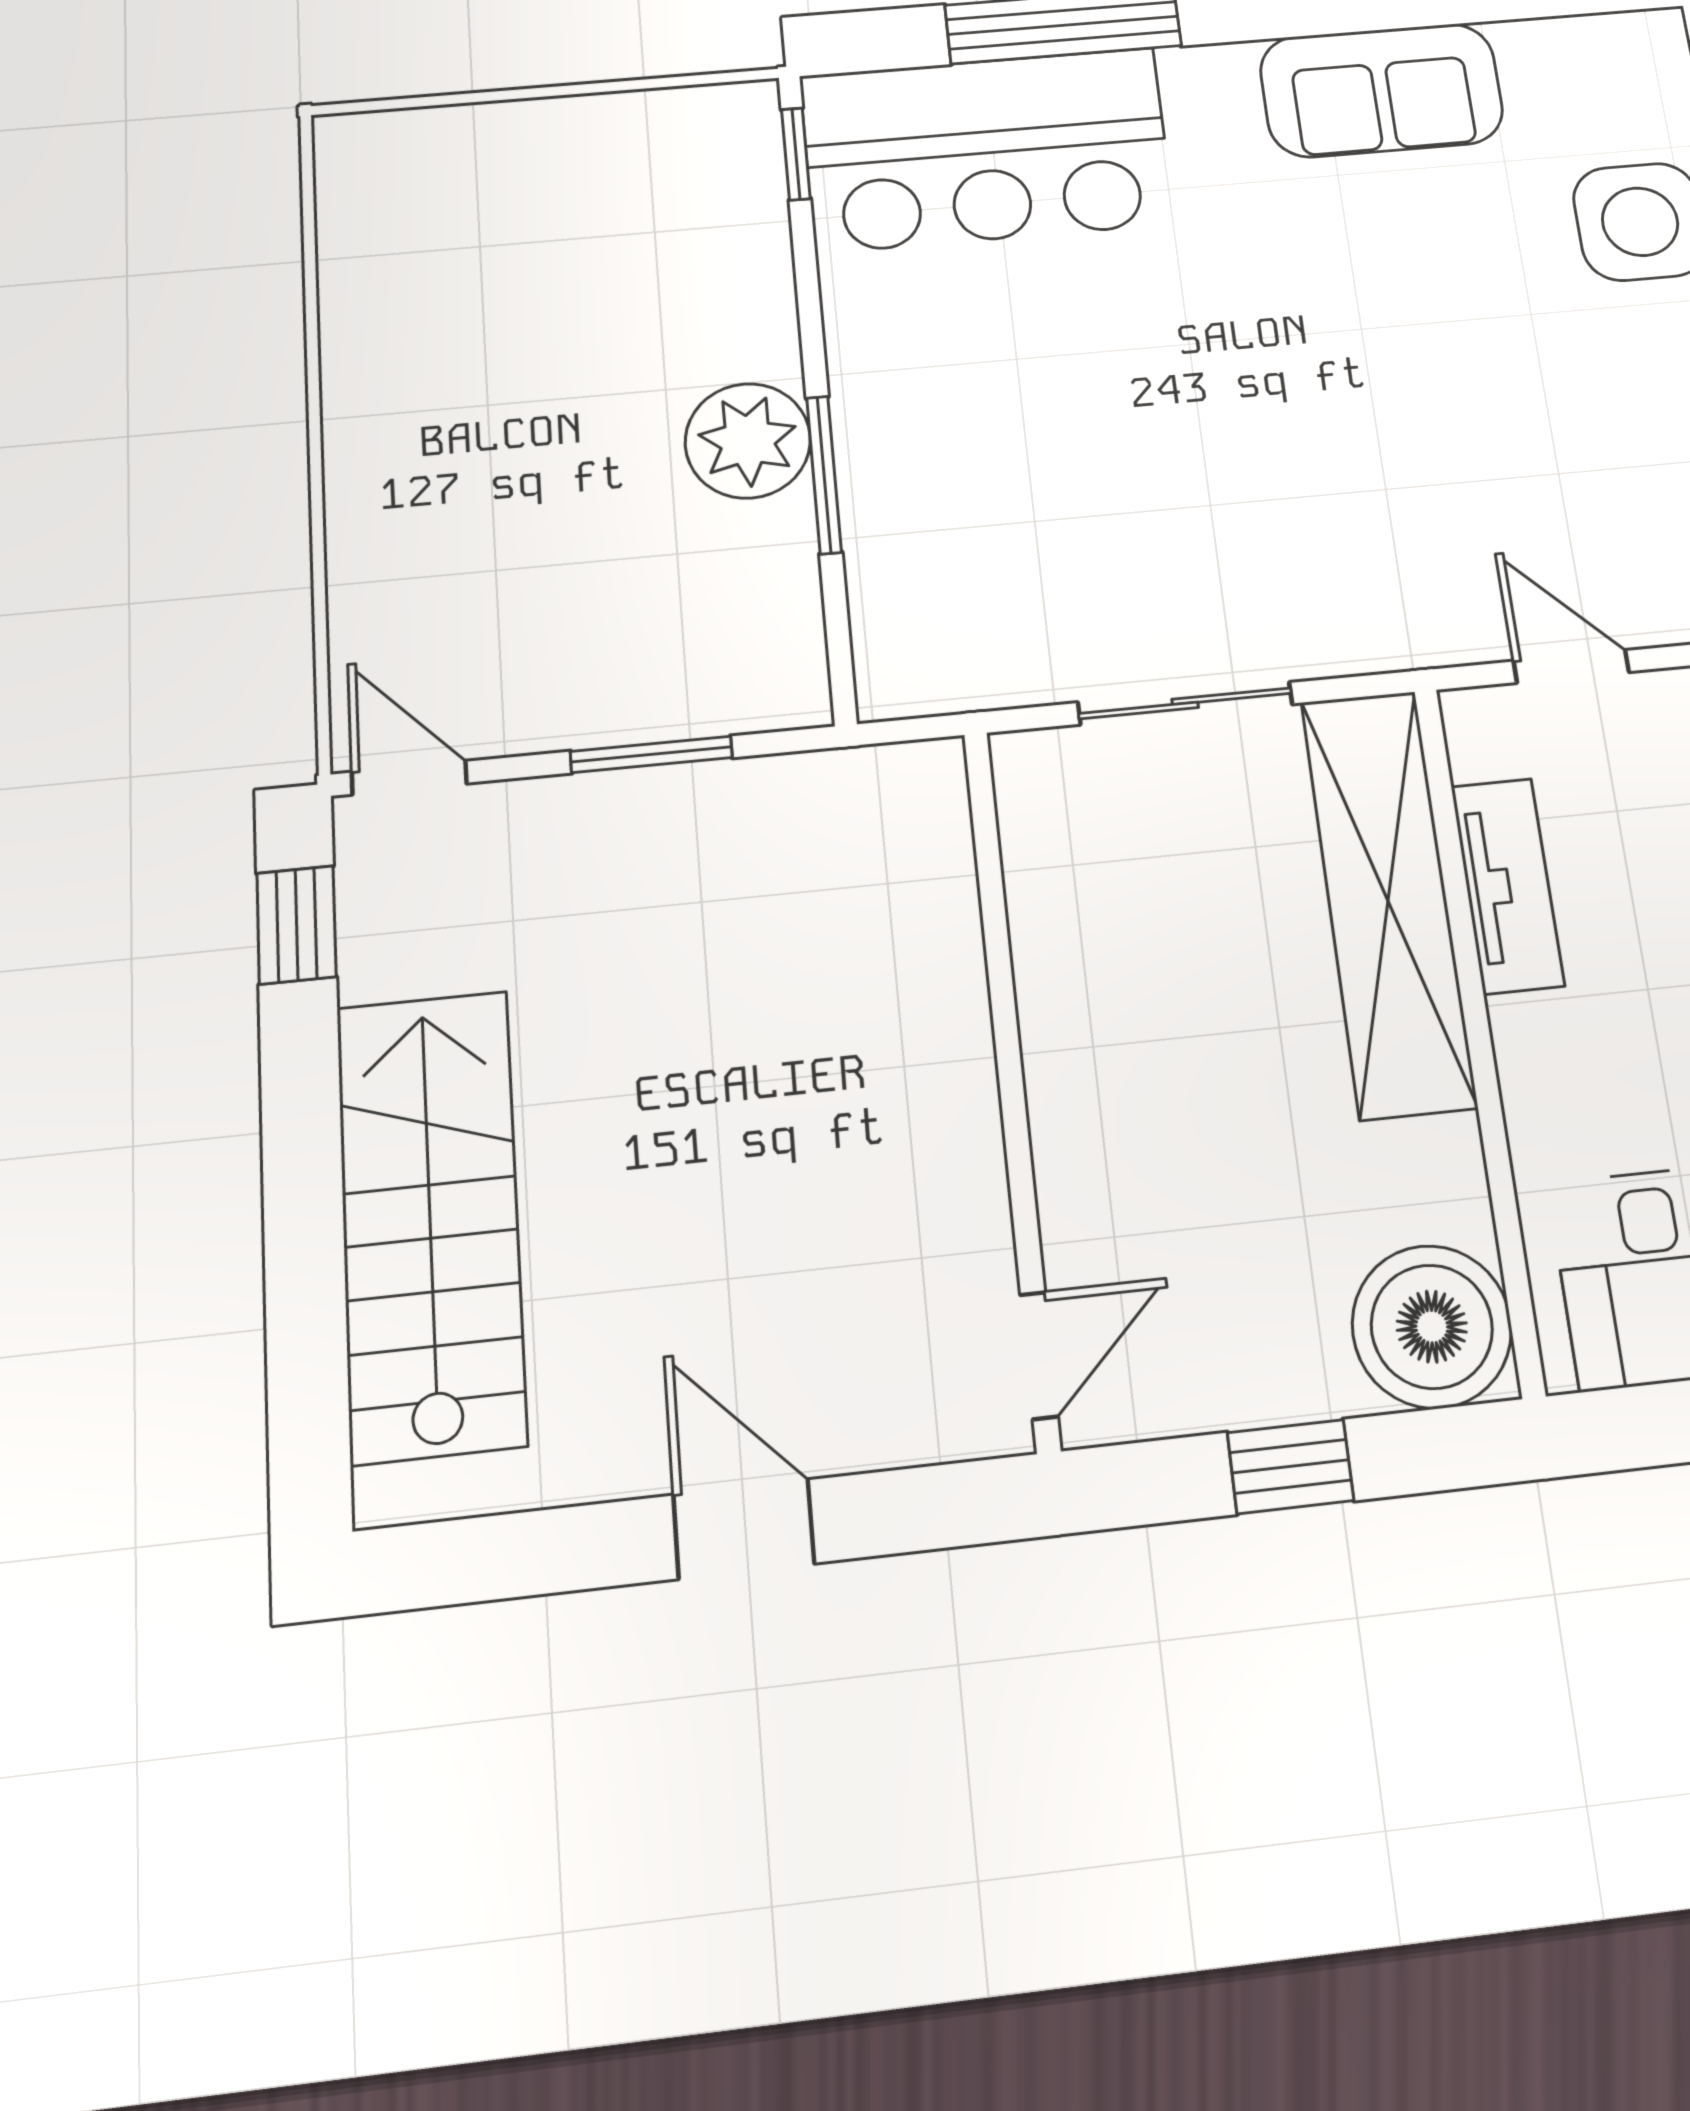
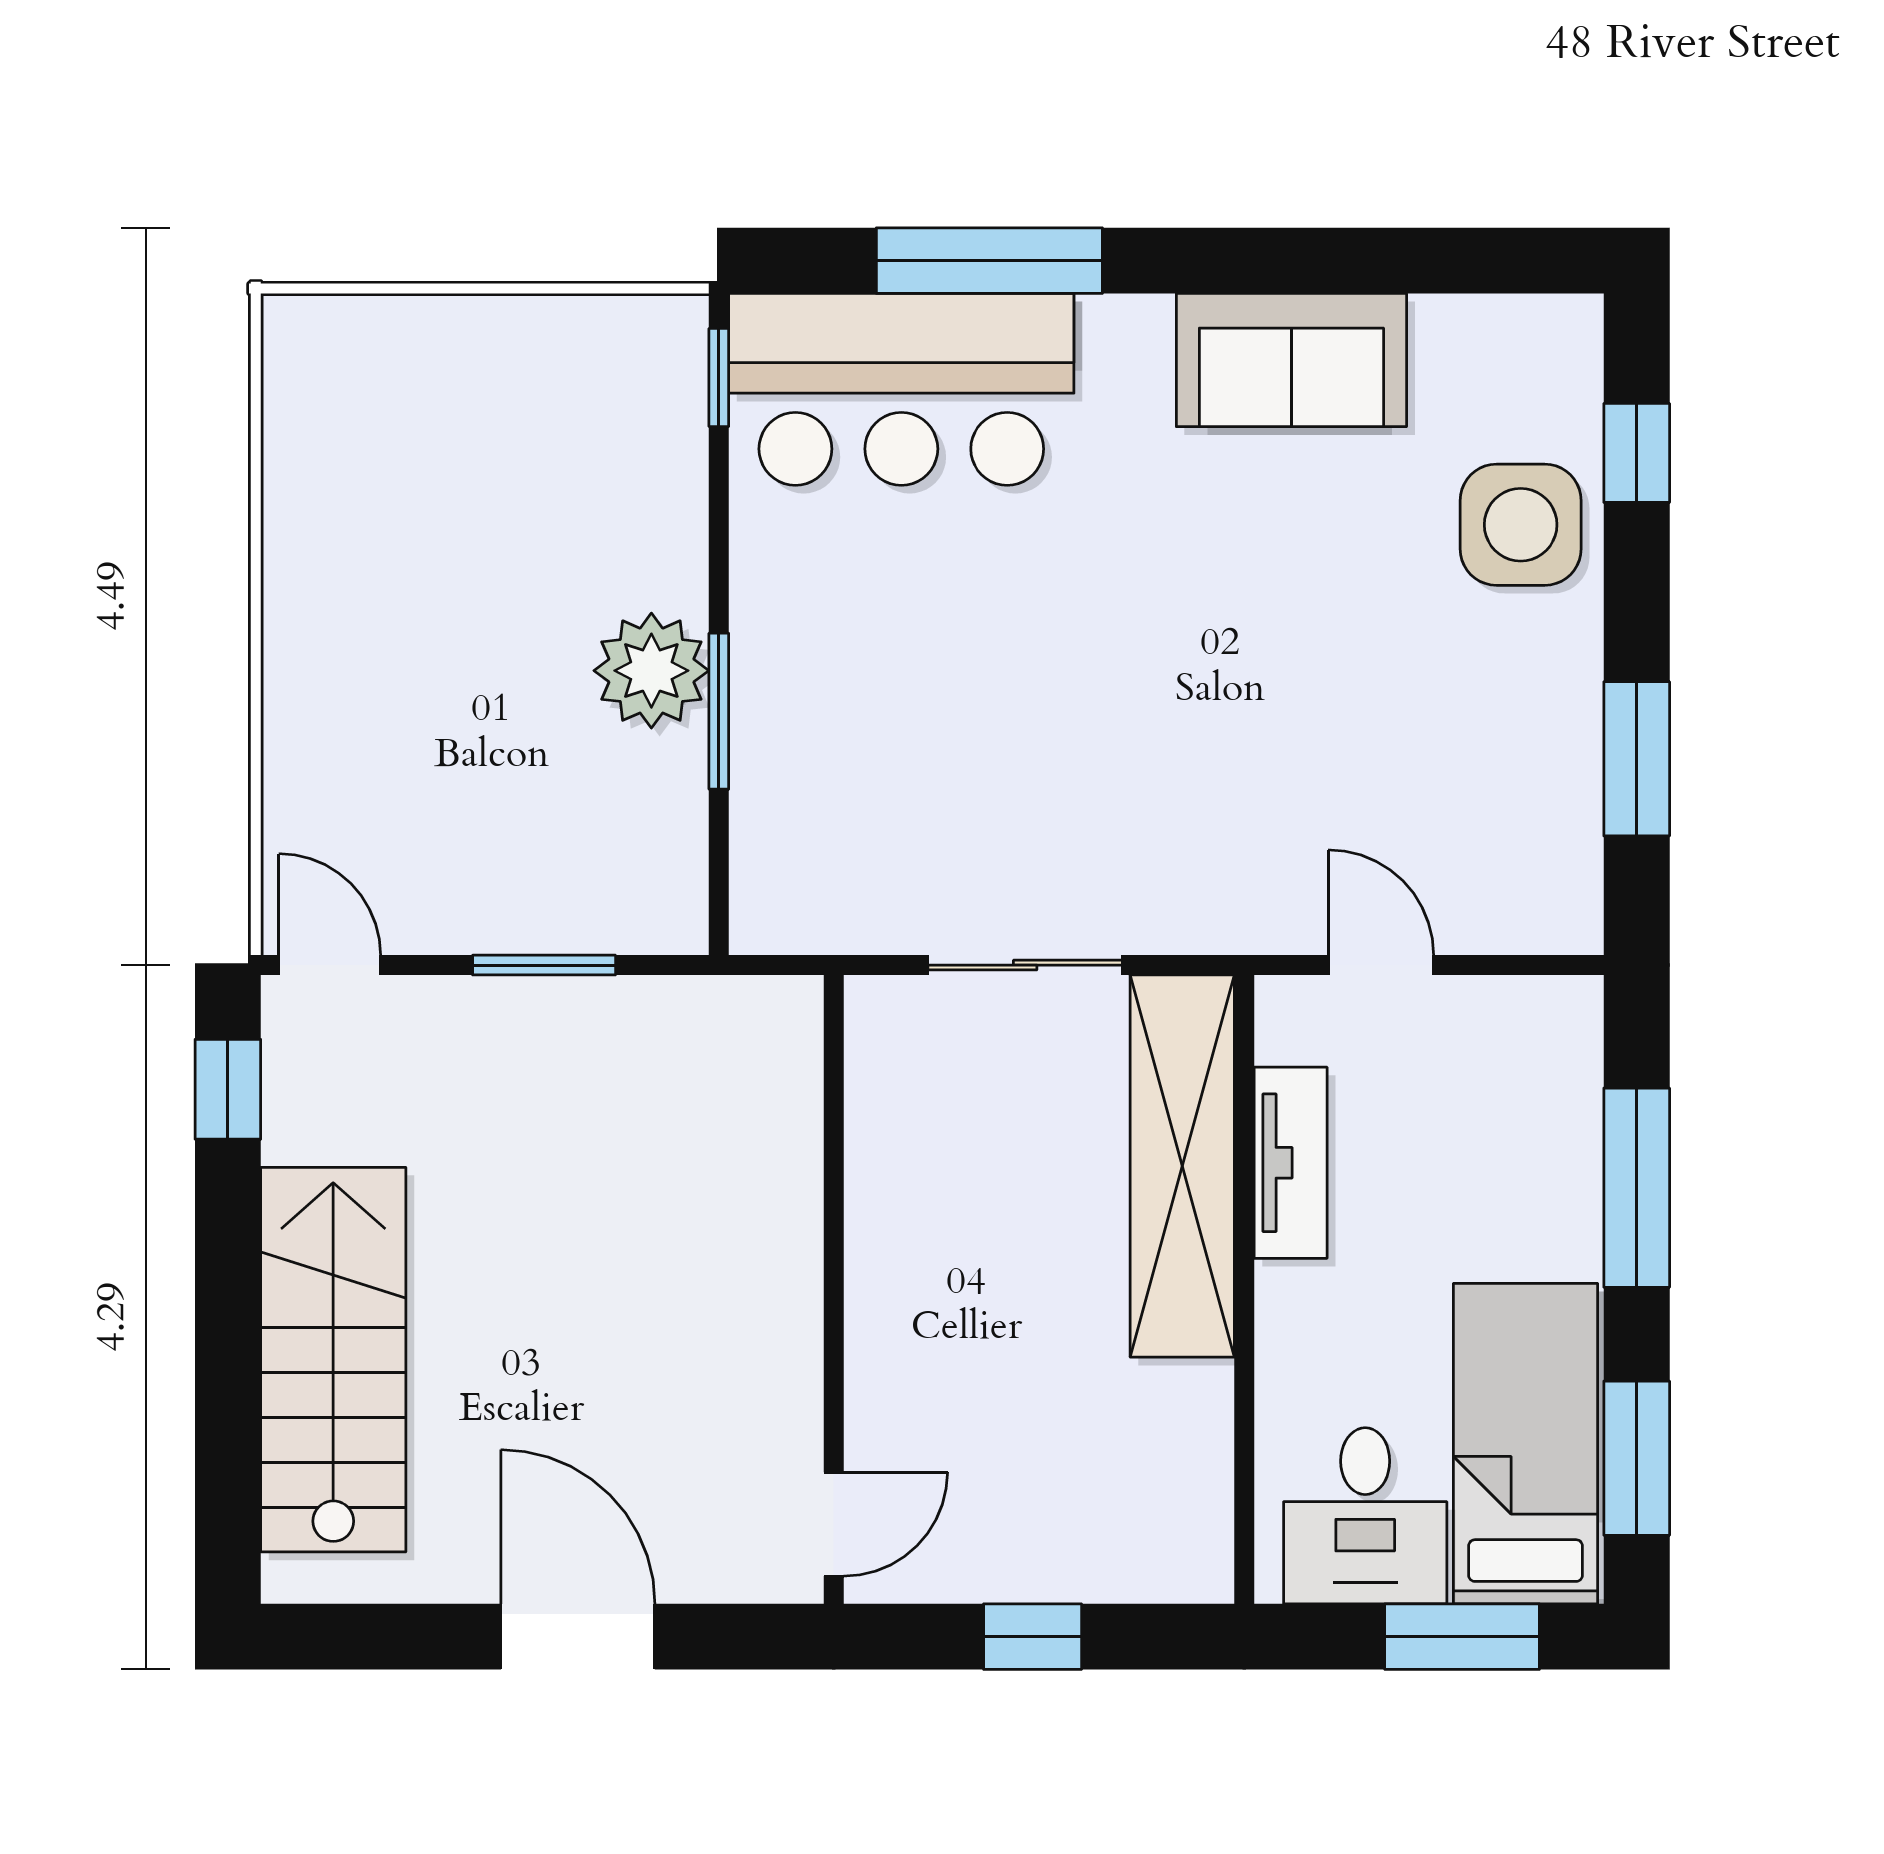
boiler: (1432, 1327) -> (1167, 1536), removed
door: (744, 1529) -> (578, 1637), width x1.38

